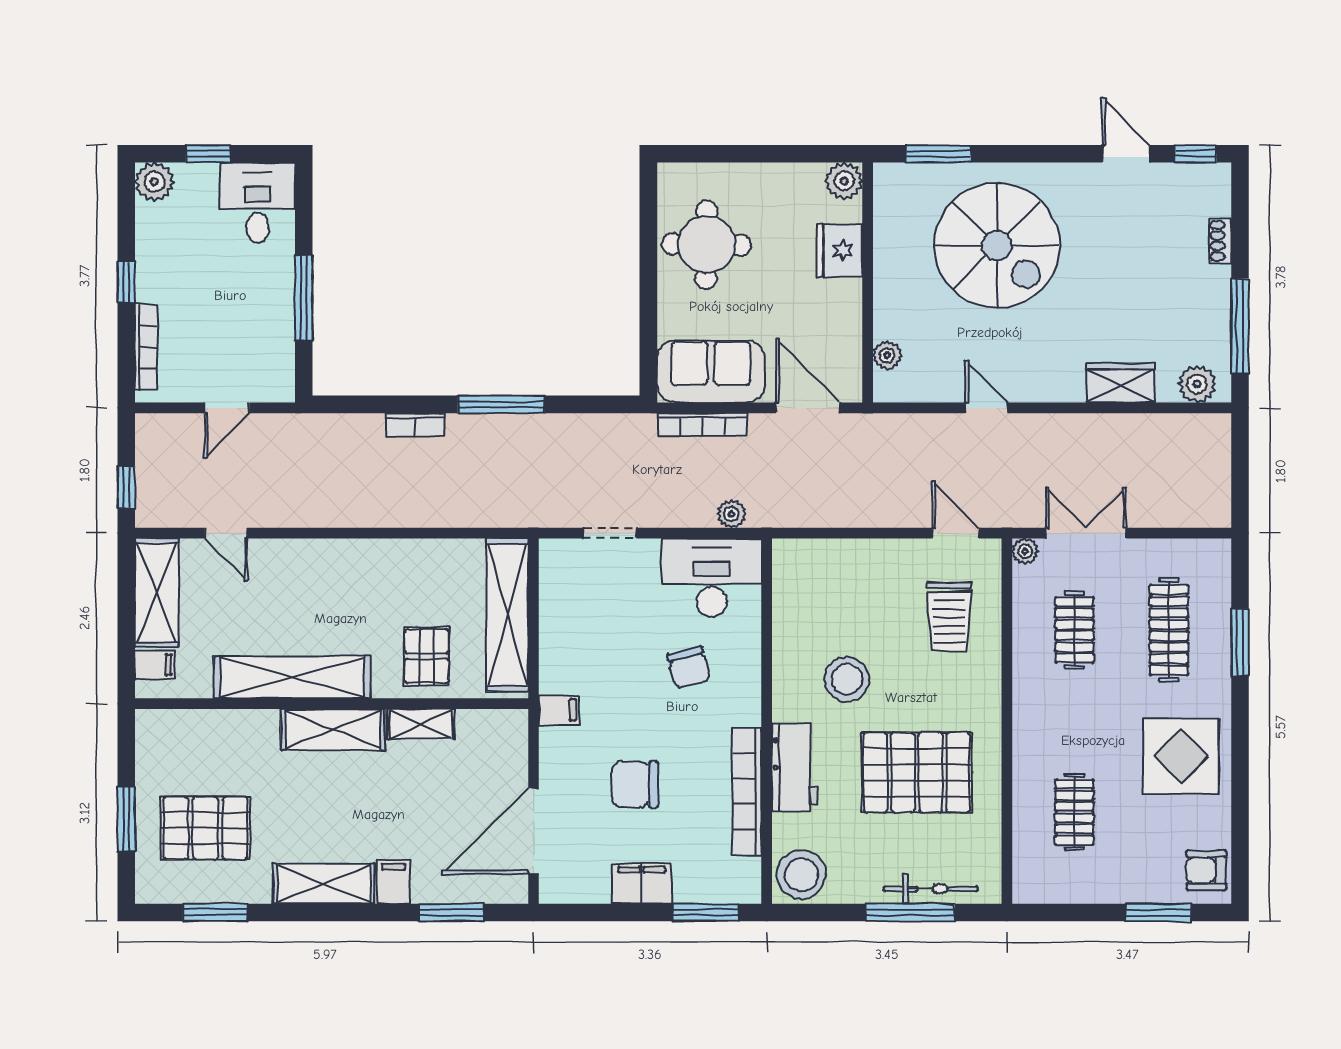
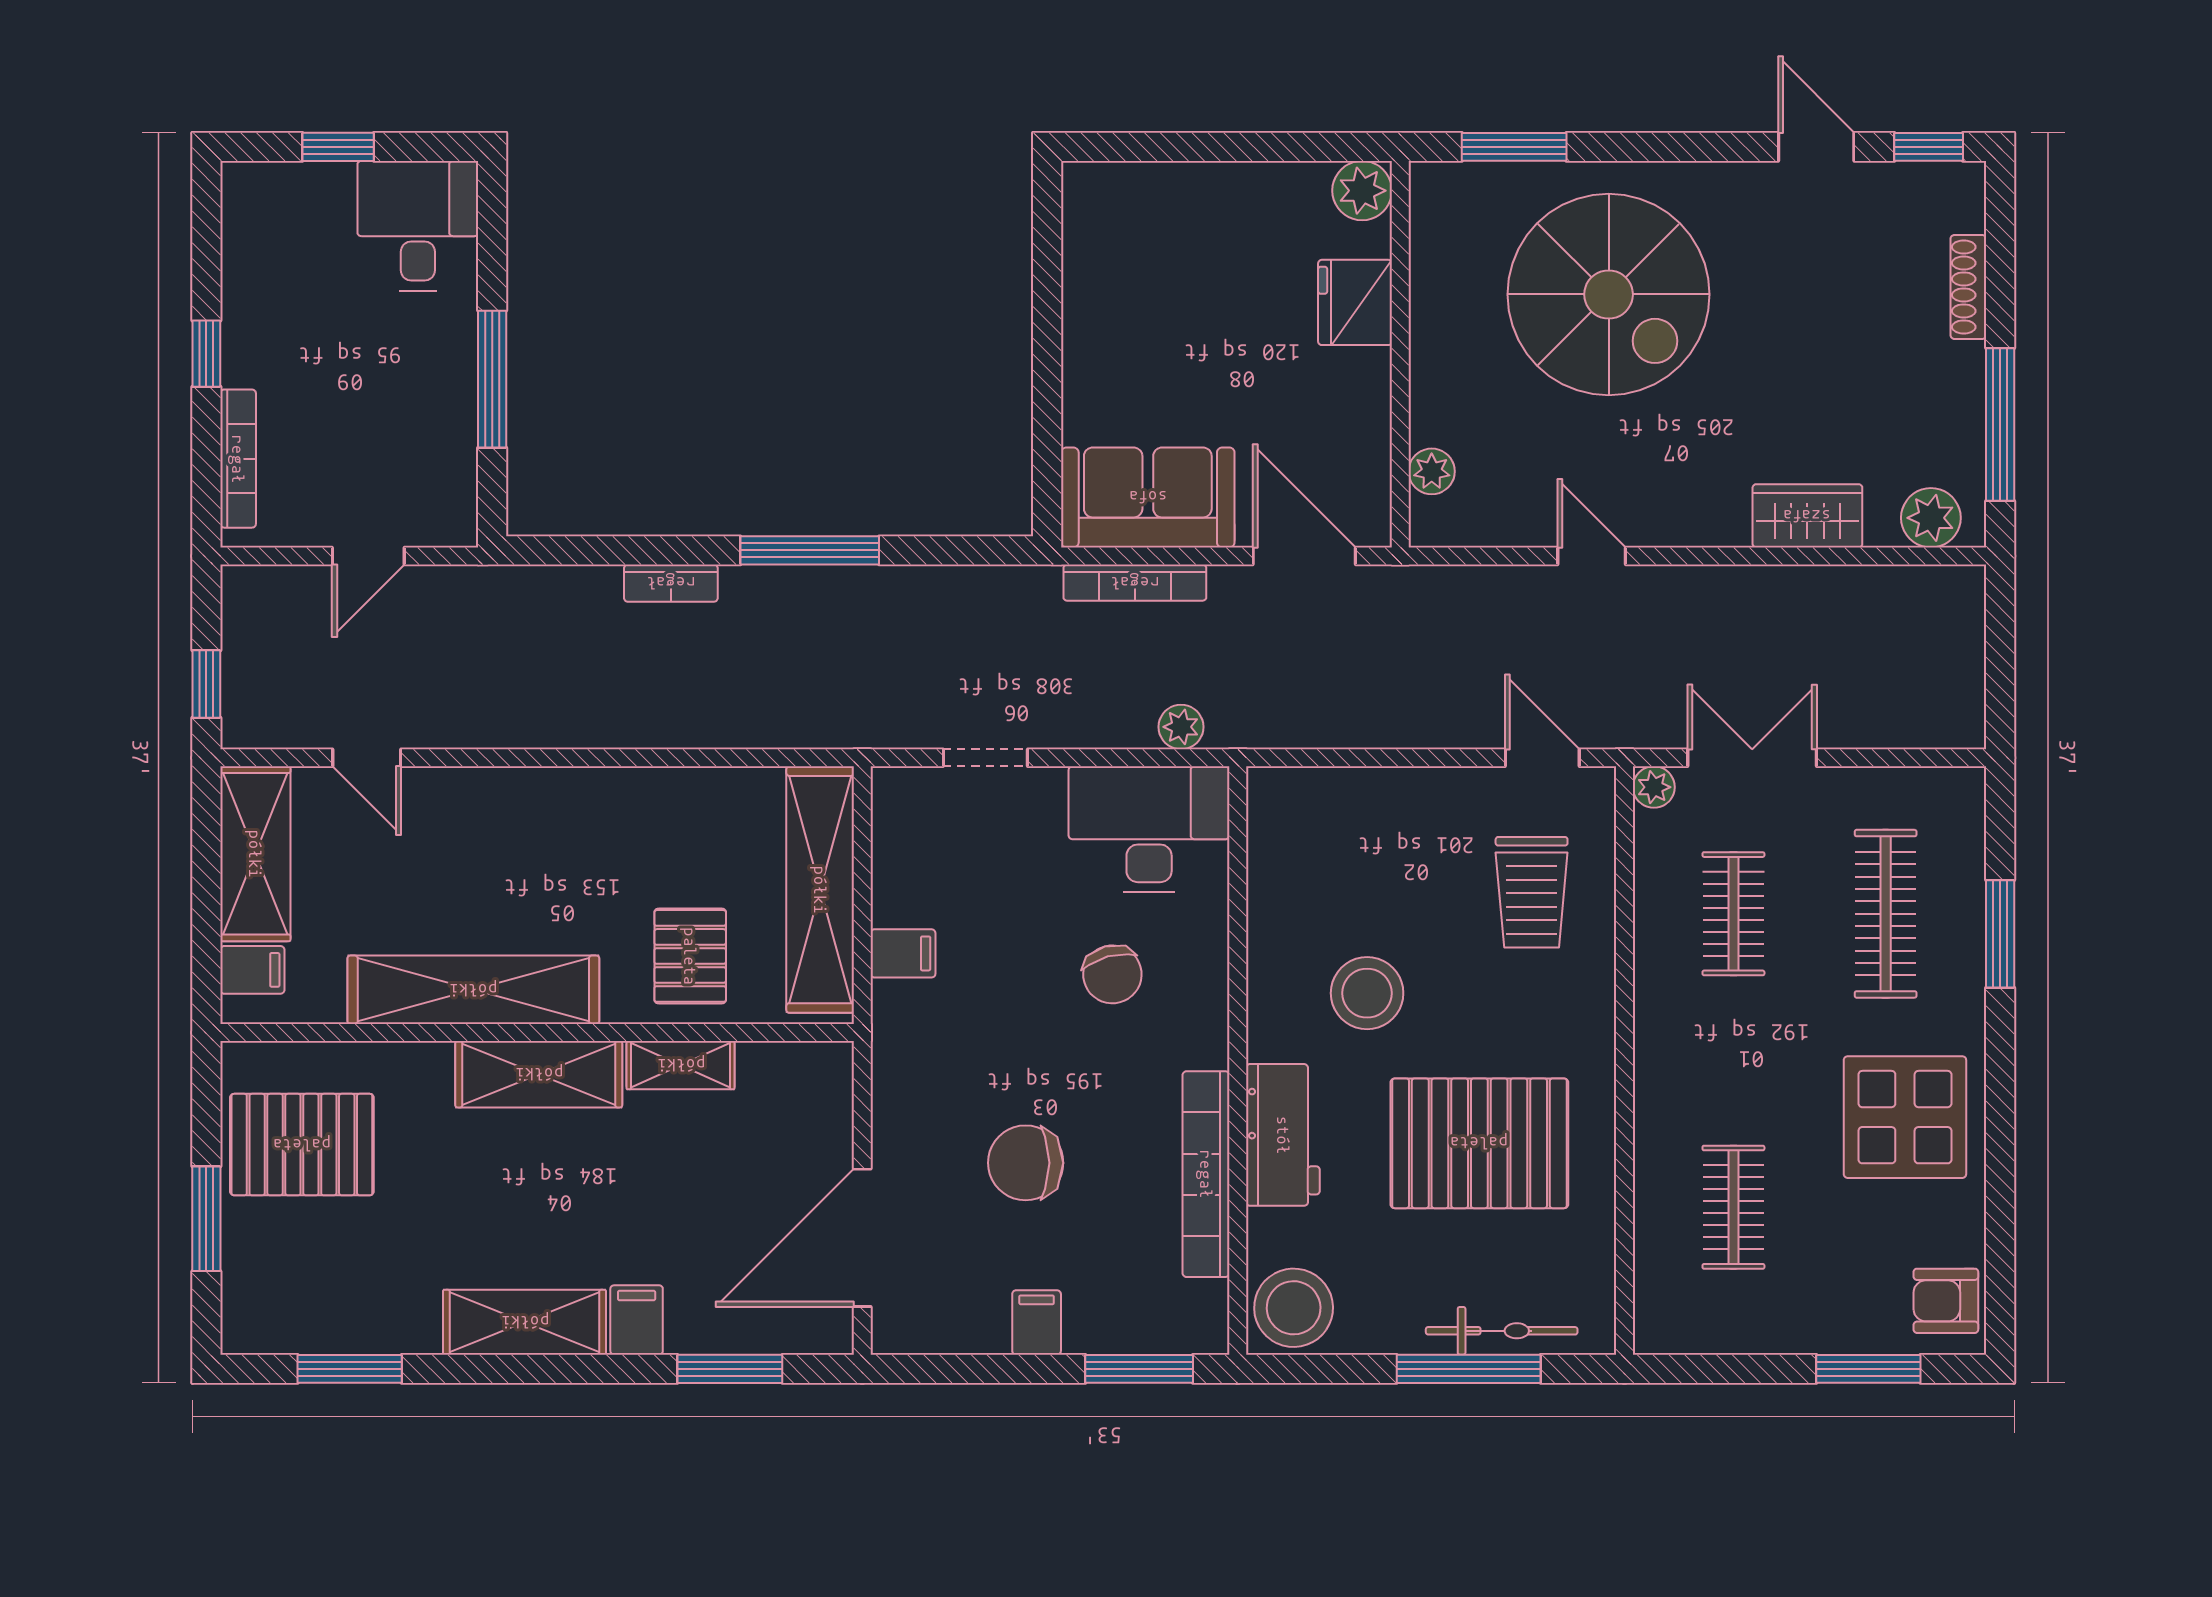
plant: (154, 182) -> (252, 192), removed
shoe rack: (1220, 241) -> (1968, 287), width x1.43
round table: (706, 245) -> (1141, 293), removed
filing cabinet: (559, 710) -> (903, 953), moved
pallet: (205, 828) -> (302, 1145), moved
filing cabinet: (642, 884) -> (1037, 1322), width x0.50

